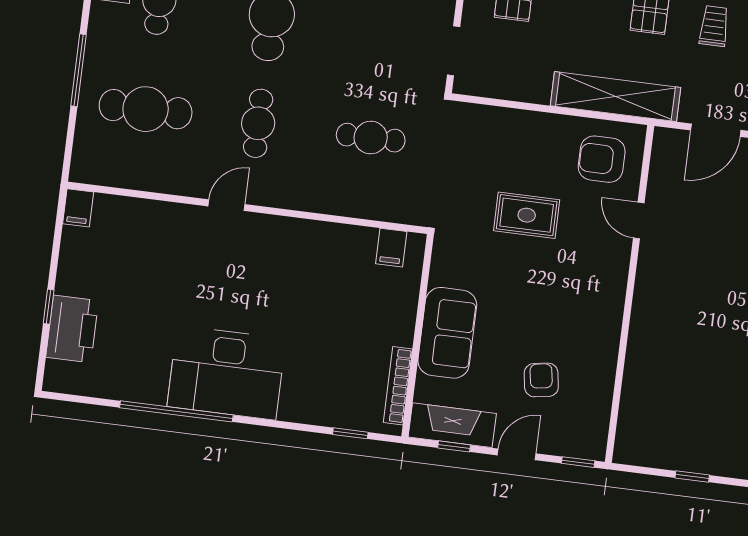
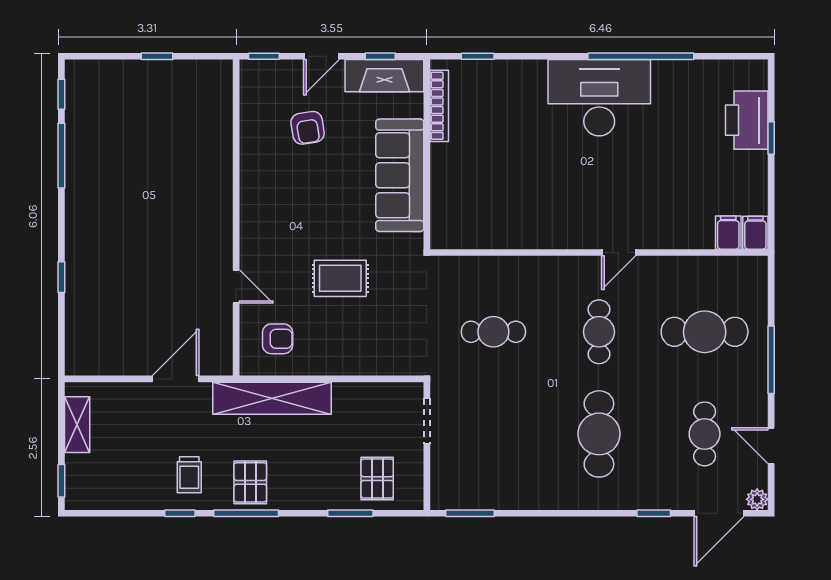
armchair: (602, 159) -> (278, 339), width x0.72, depth x0.72
filing cabinet: (391, 248) -> (728, 233), moved
sofa: (447, 333) -> (400, 175), width x1.36

